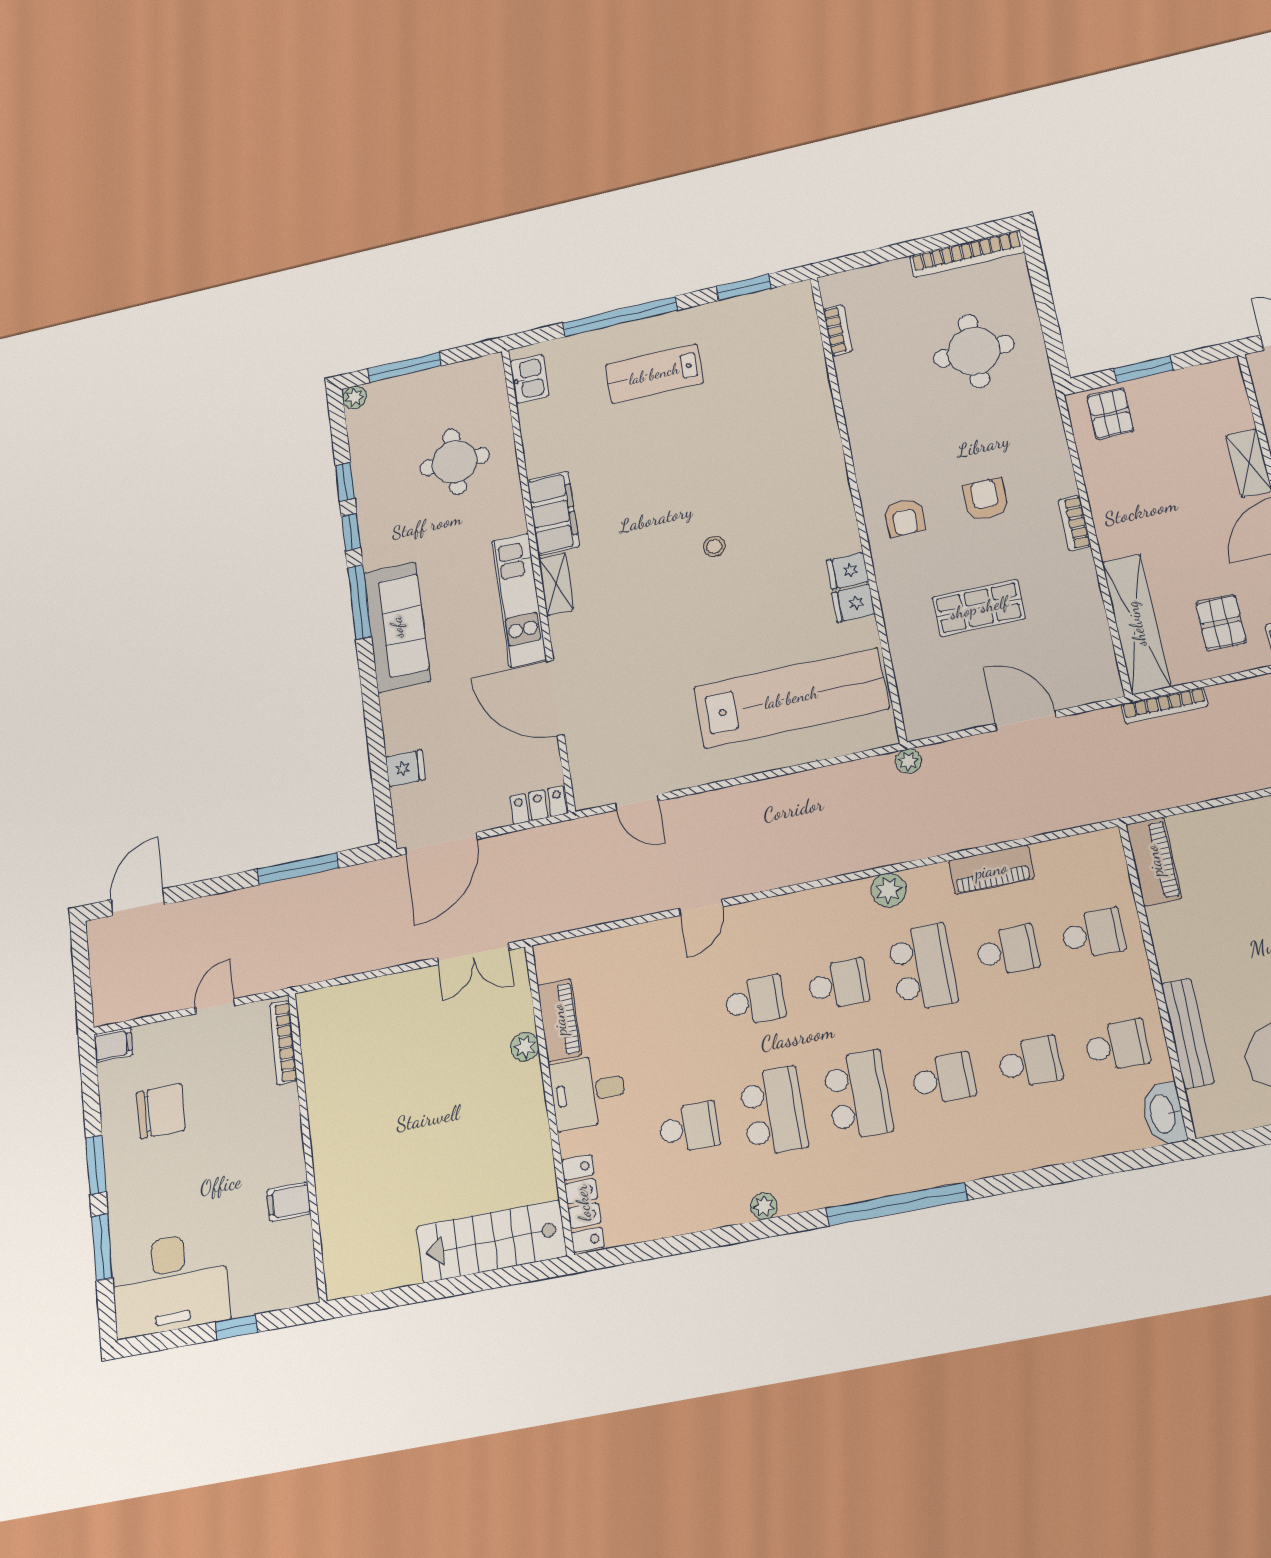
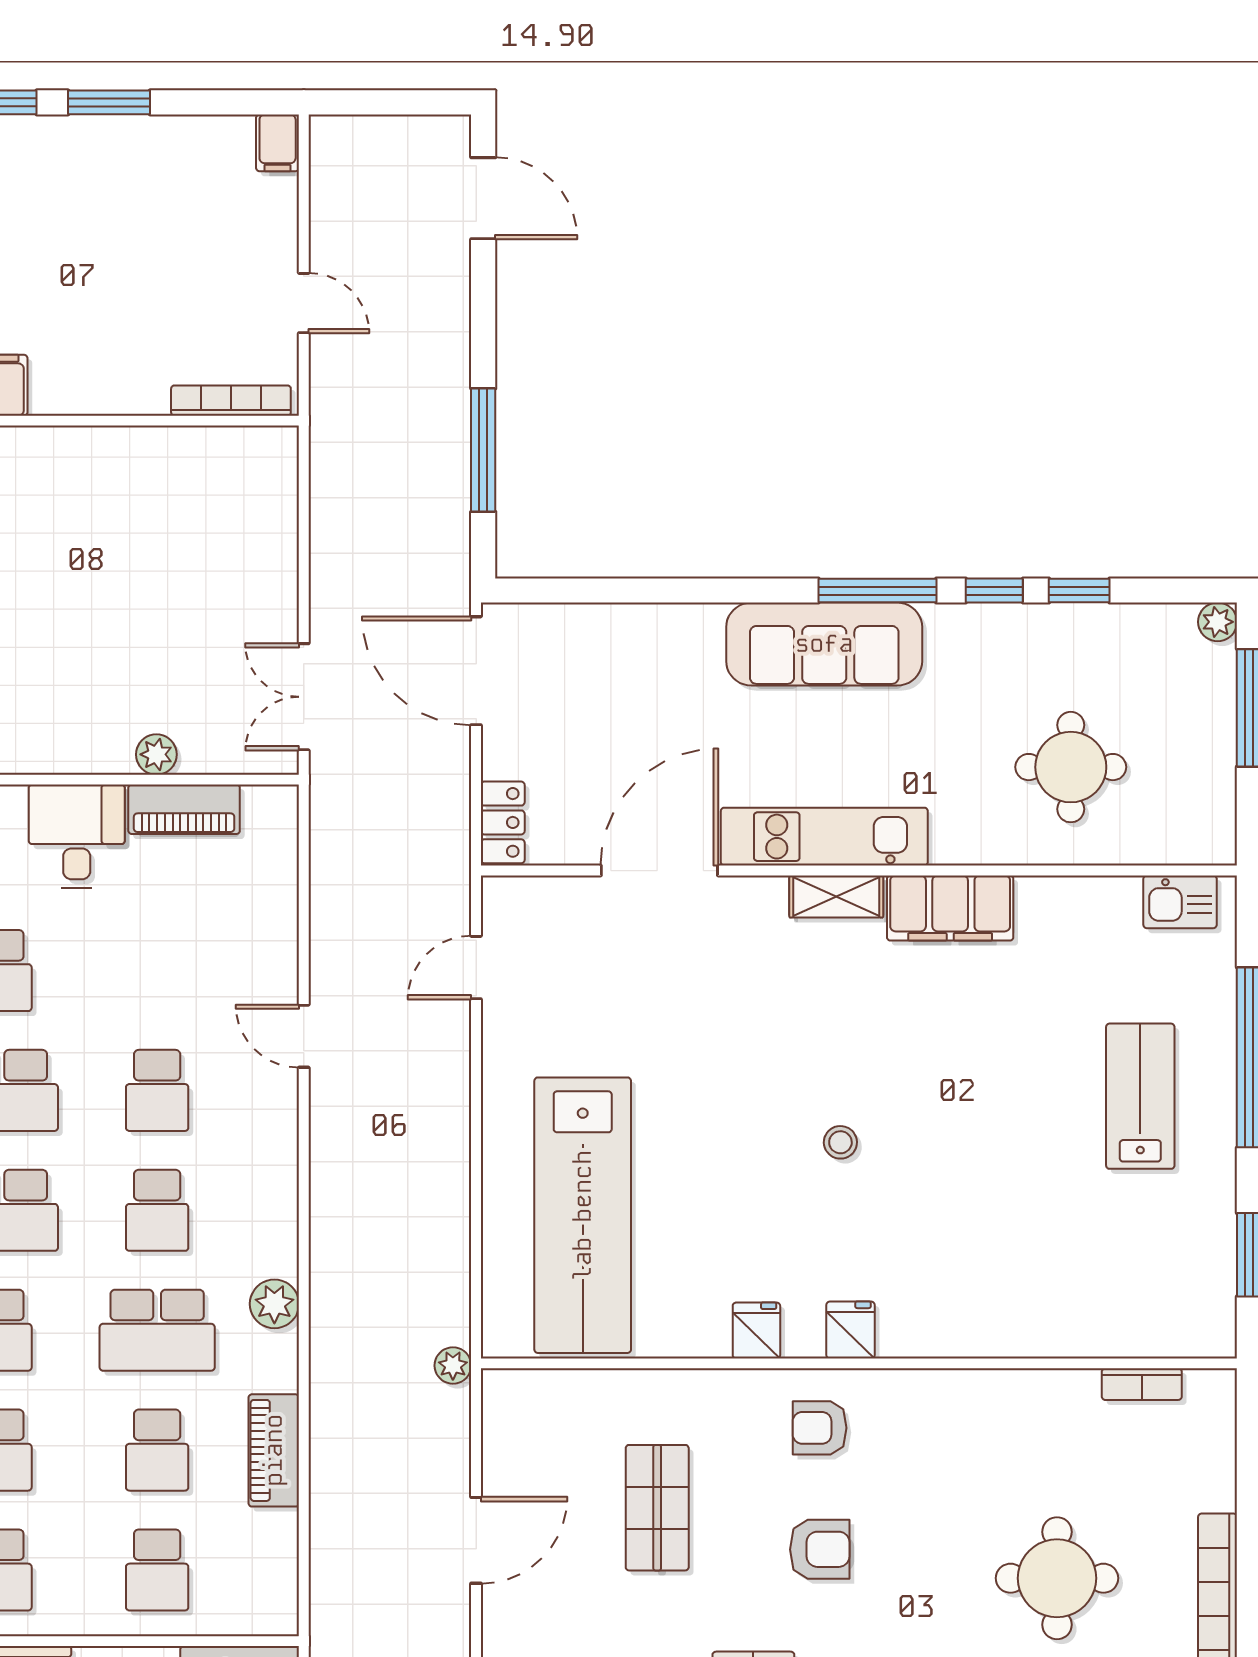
fridge: (853, 603) -> (851, 1330), moved
fridge: (405, 768) -> (601, 631), removed
chair: (161, 1111) -> (168, 207), removed

